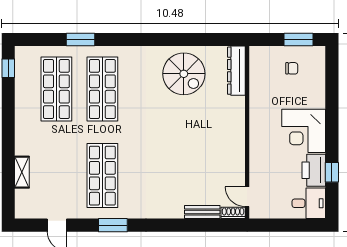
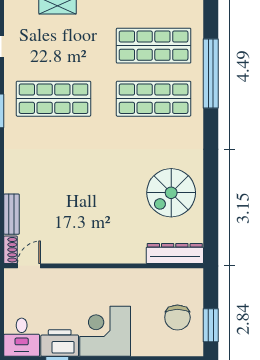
window: (81, 40) -> (211, 74), width x2.11
chair: (292, 68) -> (177, 317), width x1.87, depth x1.87

